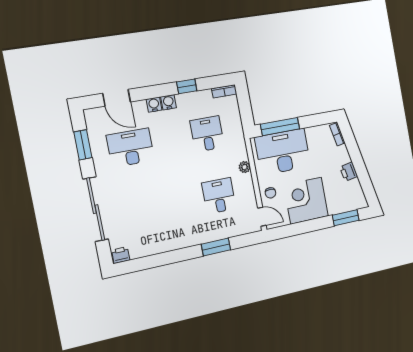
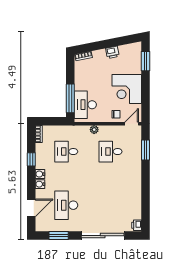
desk: (283, 152) -> (85, 105), width x0.73, depth x0.77
window: (216, 247) -> (146, 150), moved

